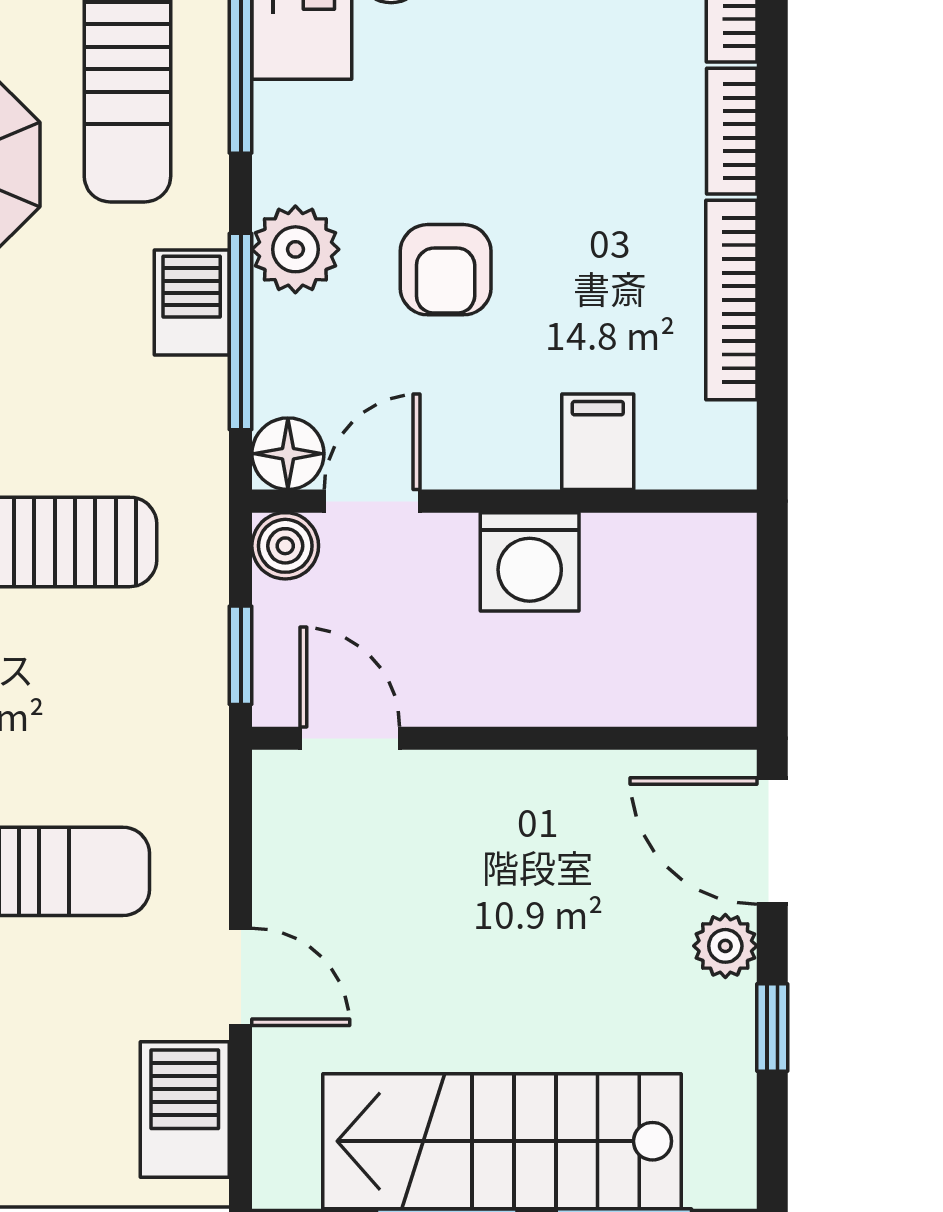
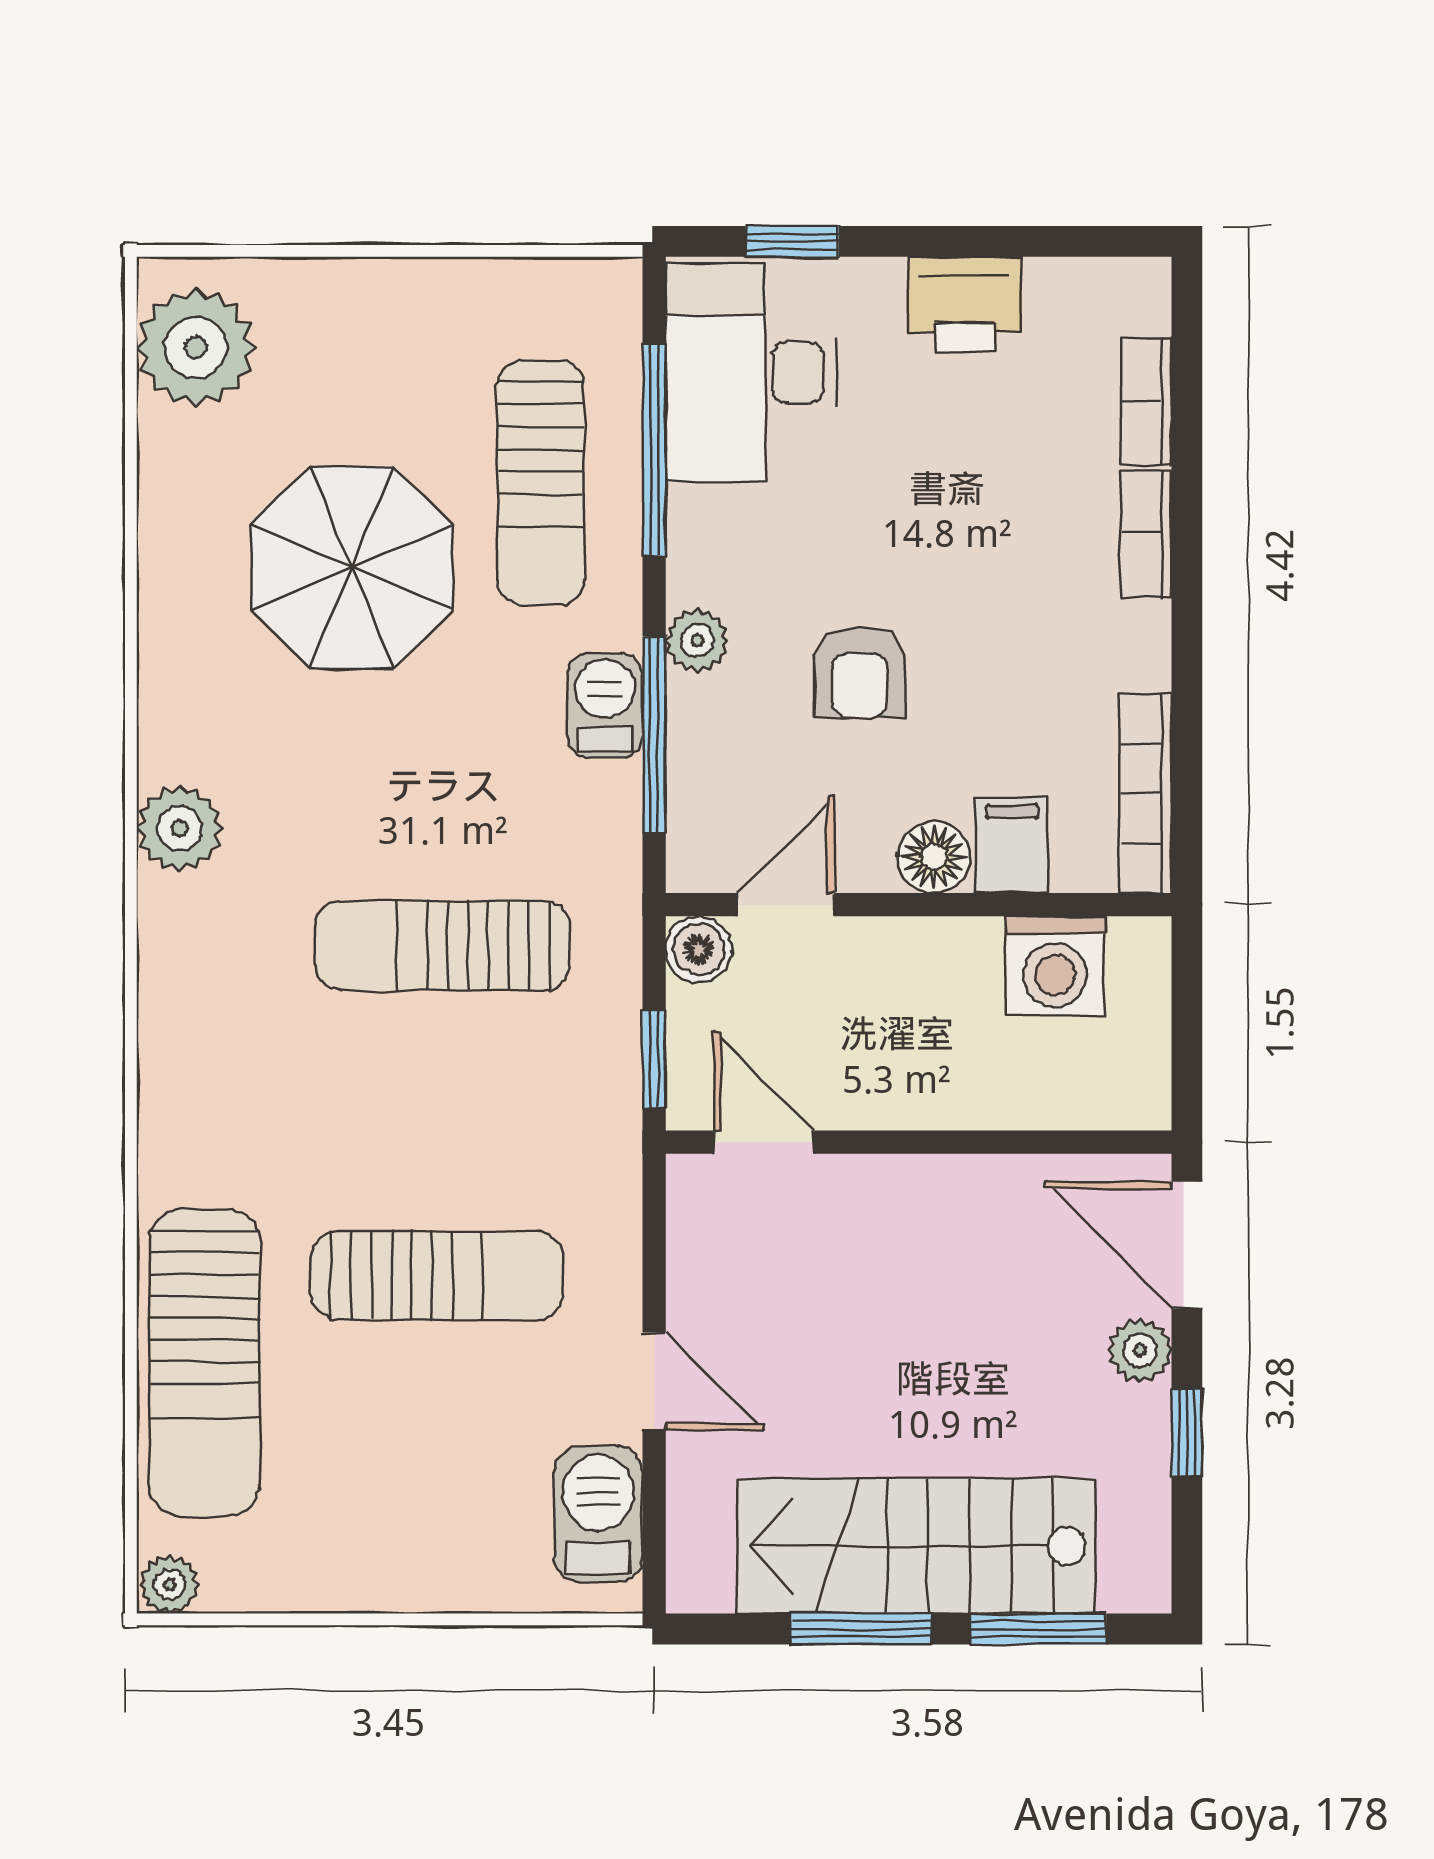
plant: (295, 249) -> (697, 640), width x0.73, depth x0.73
bookcase: (731, 300) -> (1146, 793), moved
floor lamp: (288, 454) -> (934, 857), moved
washing machine: (530, 562) -> (1055, 965), moved

